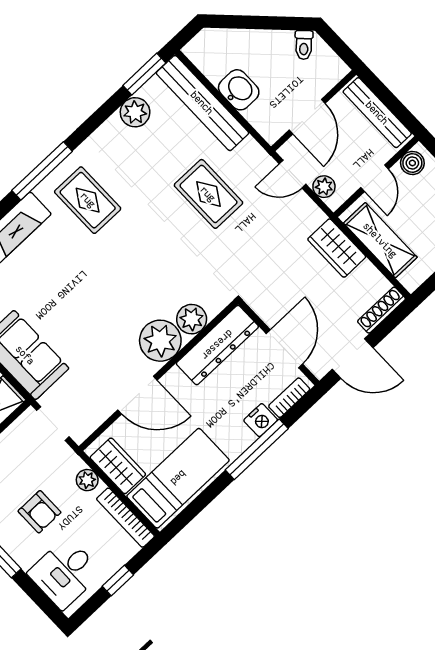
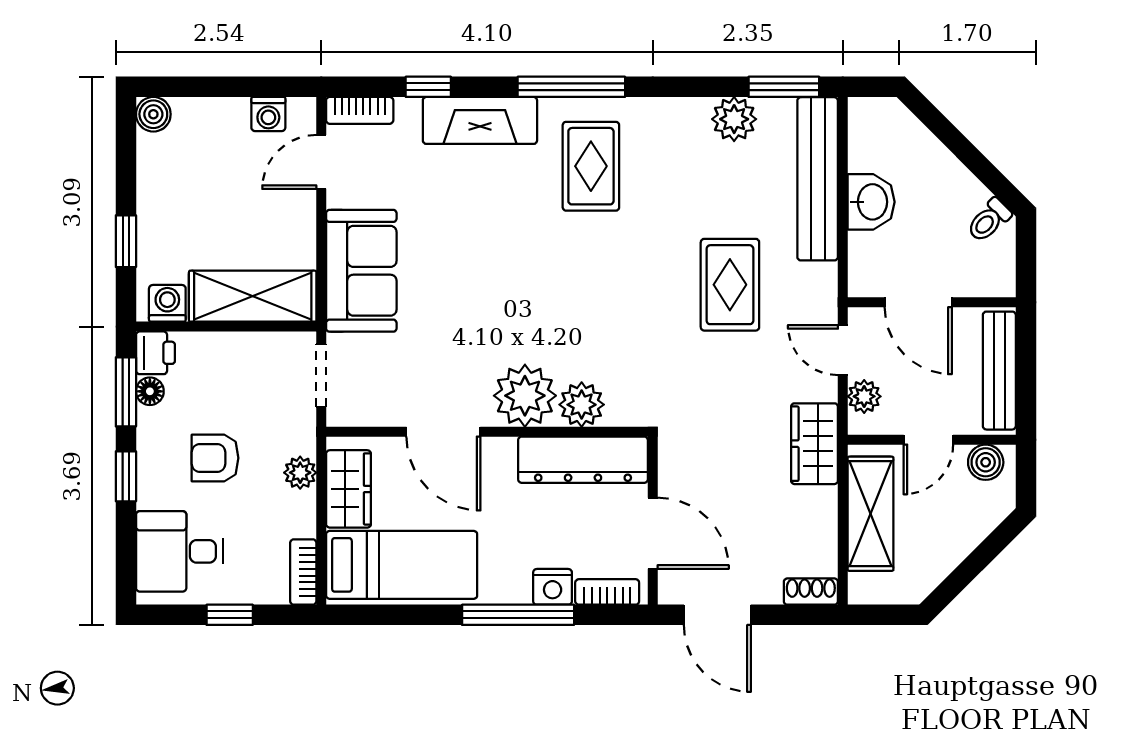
door: (307, 117) -> (918, 302), hinge flipped
wardrobe: (337, 248) -> (814, 444), moved
shoe rack: (382, 310) -> (811, 592), width x0.70
door: (284, 349) -> (653, 533), hinge flipped
armchair: (39, 512) -> (215, 458), turned 90
bookcase: (125, 518) -> (303, 572), width x0.64

